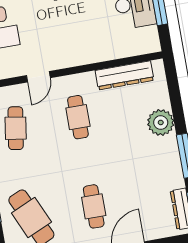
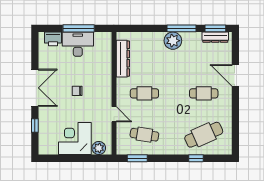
chair: (64, 15) -> (77, 91), added
plant: (161, 122) -> (173, 41), moved

